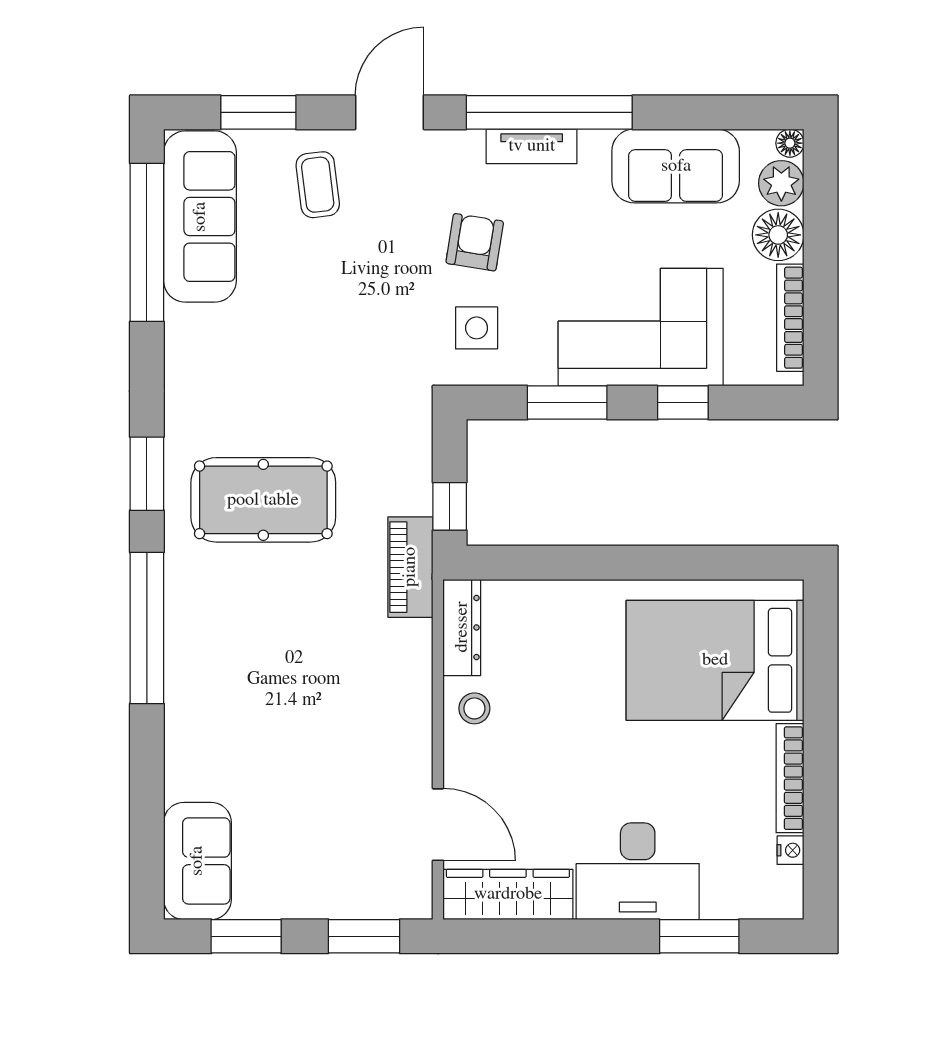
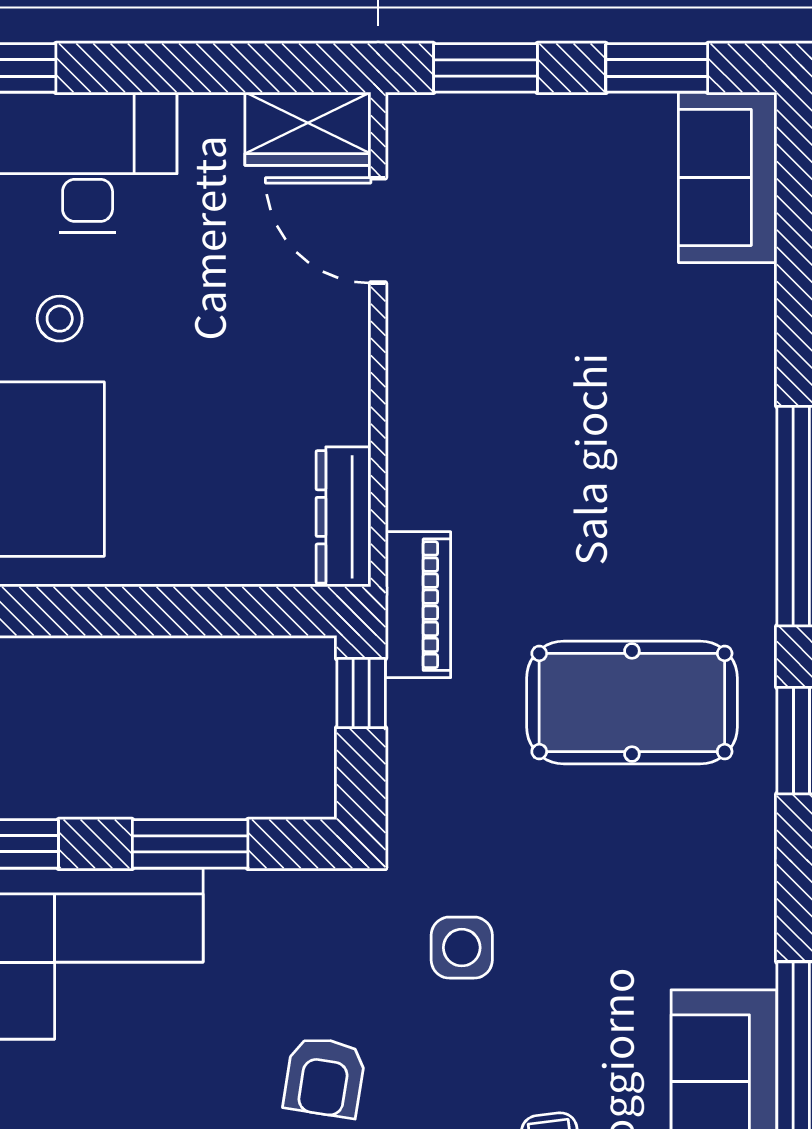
side table: (477, 328) -> (462, 948), moved
stool: (474, 708) -> (60, 319), moved
wardrobe: (508, 894) -> (308, 129), width x0.67

